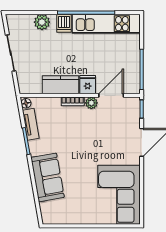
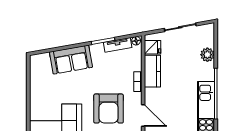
dishwasher: (64, 23) -> (206, 74), removed
fridge: (88, 85) -> (153, 47), moved
plant: (91, 103) -> (136, 98), removed
armchair: (103, 135) -> (109, 109), added

